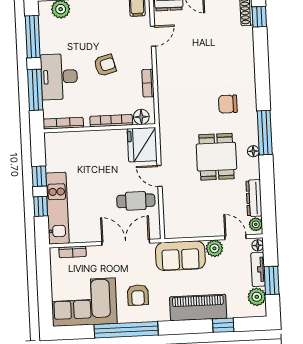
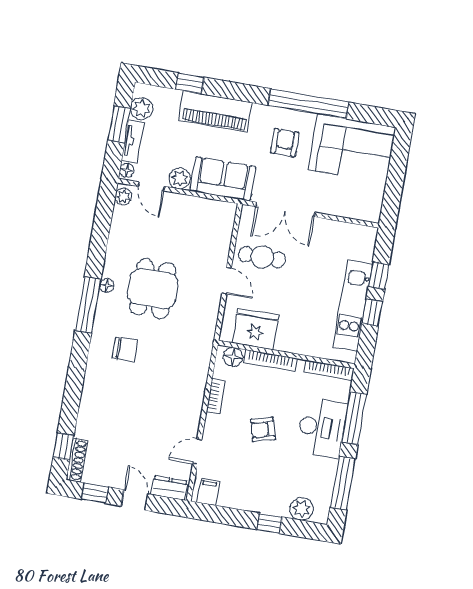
fridge: (142, 145) -> (255, 329), moved, turned -90
dresser: (254, 198) -> (118, 229), removed
kitchen unit: (57, 208) -> (352, 306), moved
bookcase: (73, 252) -> (352, 212), removed

